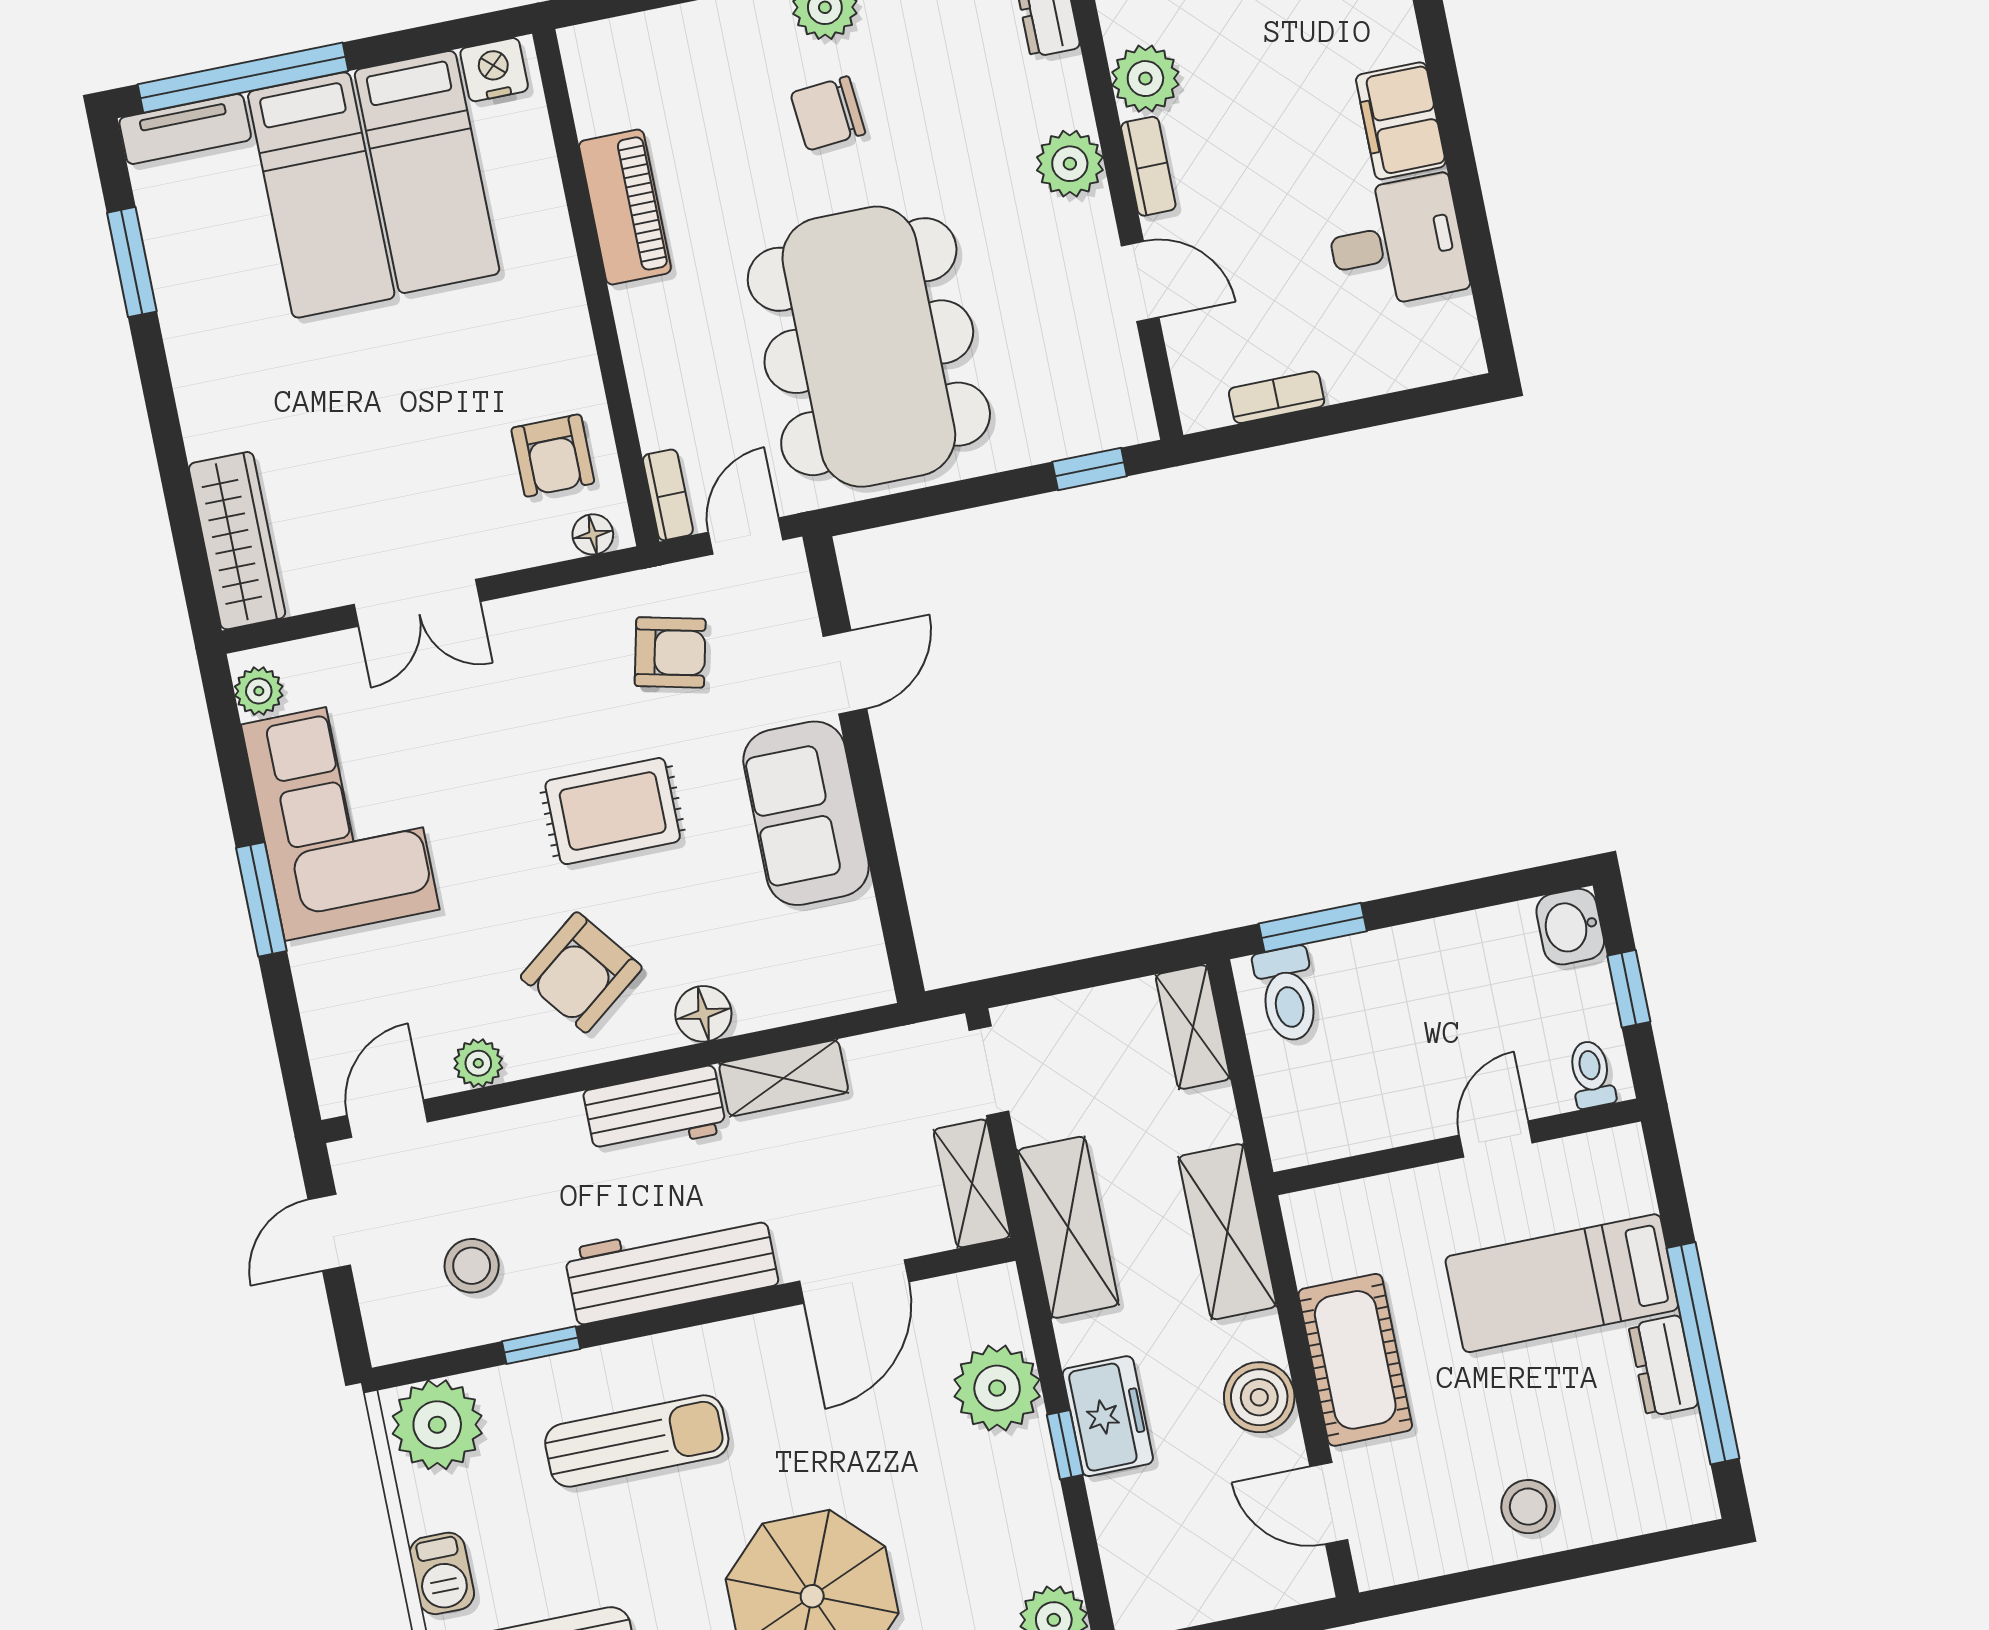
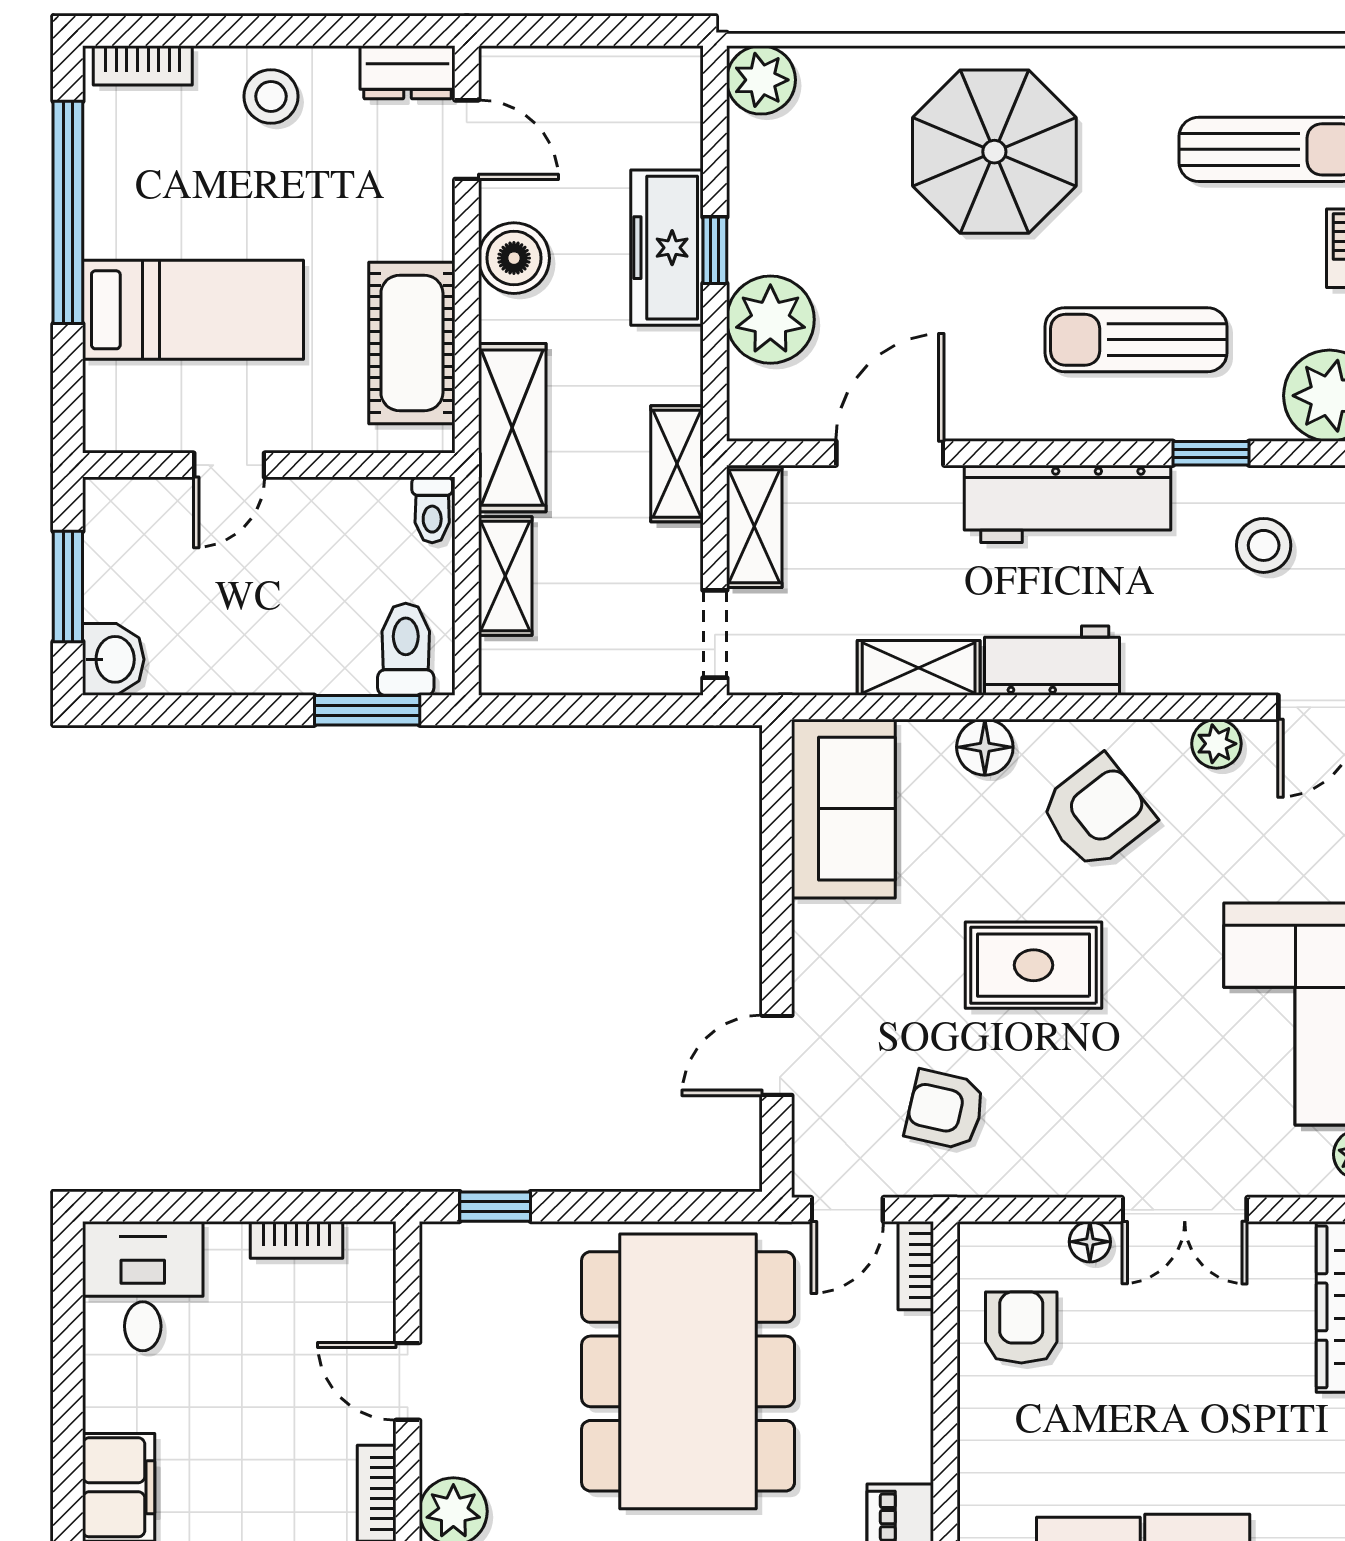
desk: (1396, 242) -> (143, 1286), moved, turned 90
floor lamp: (593, 534) -> (1090, 1242), moved
double door: (417, 603) -> (1185, 1210), swing flipped
sofa: (806, 813) -> (843, 809), moved
window: (1629, 989) -> (68, 586), width x1.50
shelving: (1193, 1027) -> (505, 576), moved
toilet: (1591, 1074) -> (432, 510), moved
shelving: (1068, 1227) -> (677, 464), width x0.67, depth x0.75
cot: (1355, 1360) -> (412, 343), moved
dresser: (1663, 1366) -> (408, 72), moved, turned 90
freezer: (1108, 1416) -> (667, 248), width x1.40
bookcase: (1659, 1511) -> (143, 65), added

